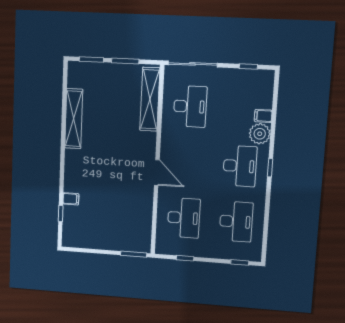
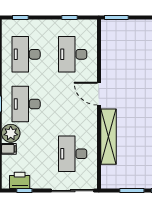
printer: (253, 79) -> (20, 180), added
shelving: (150, 99) -> (108, 137), moved

